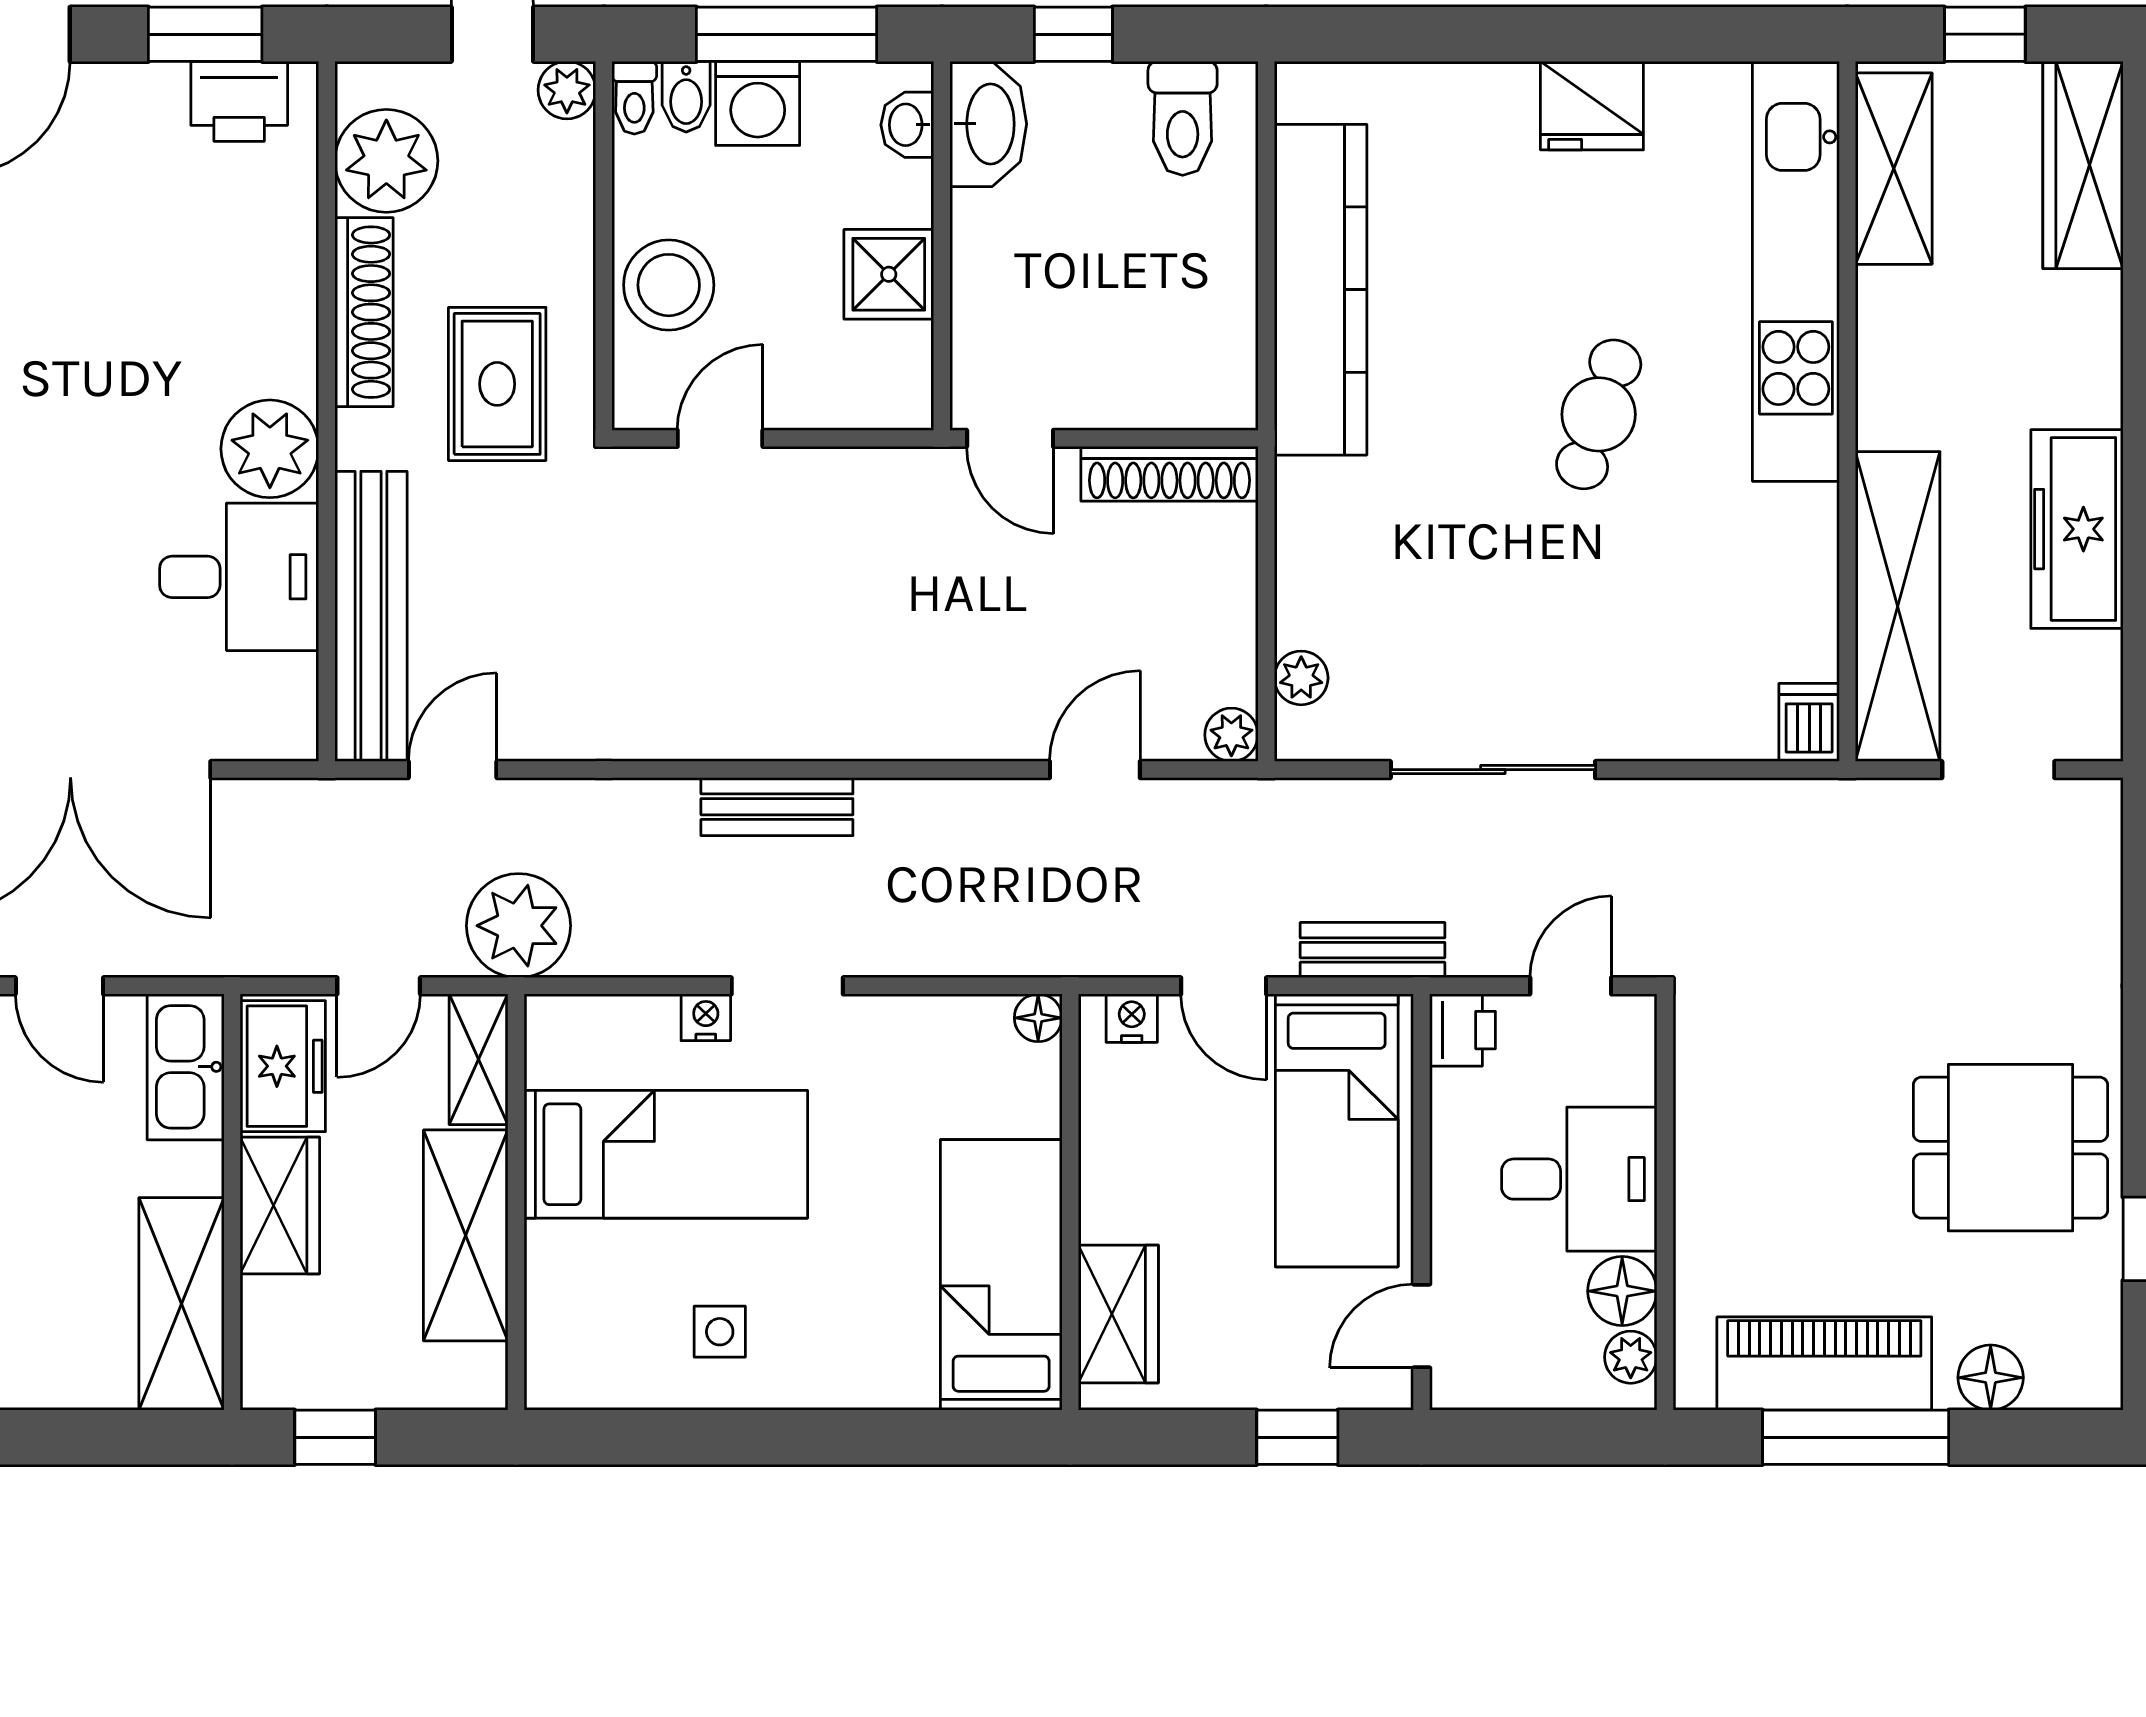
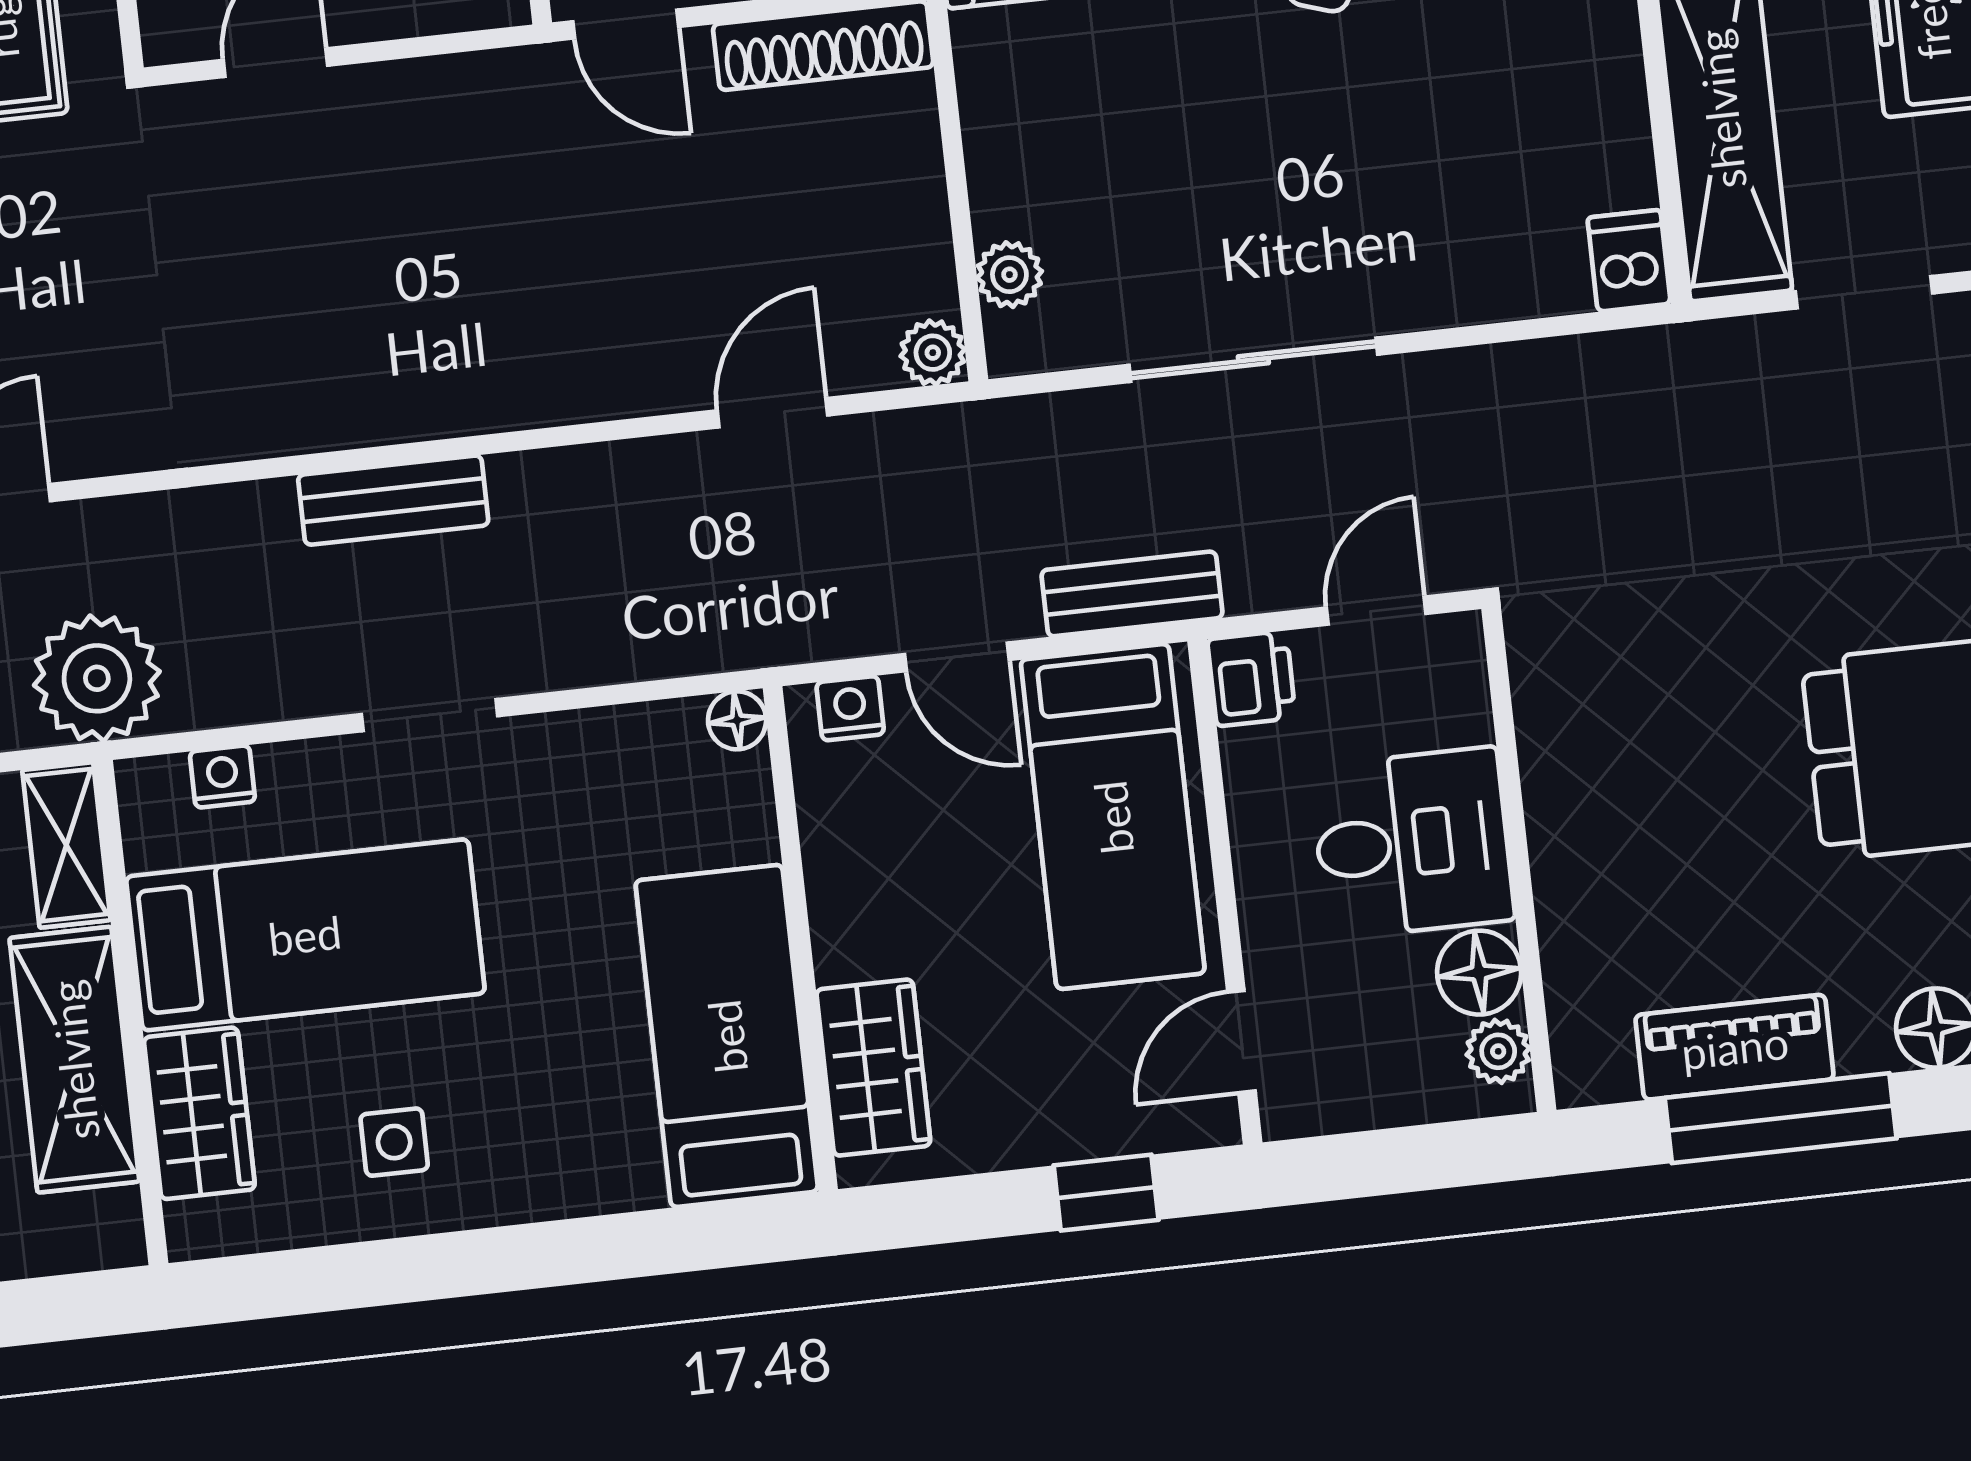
nightstand: (706, 1017) -> (222, 777), moved
wardrobe: (563, 1291) -> (199, 1113), added
piano: (1824, 1364) -> (1735, 1047), width x0.73, depth x0.75

